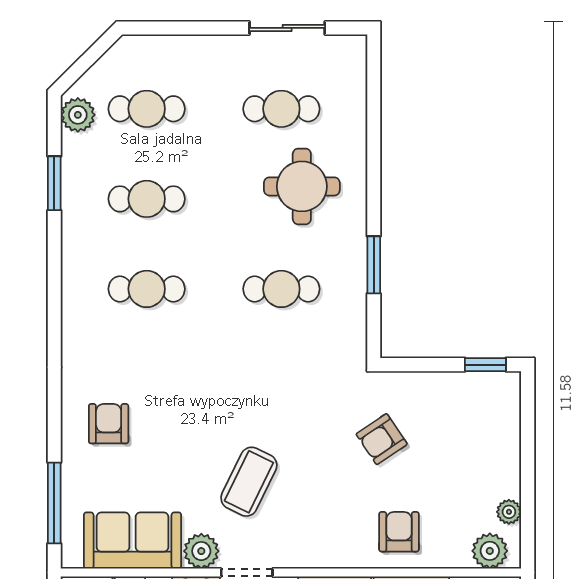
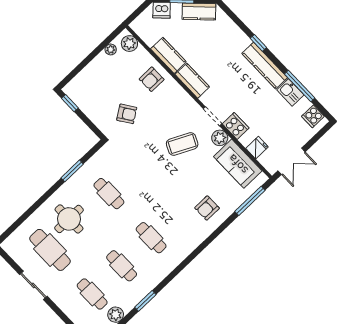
sliding door: (287, 28) -> (33, 285), moved
cafe table: (281, 109) -> (50, 250), width x1.37, depth x1.35

